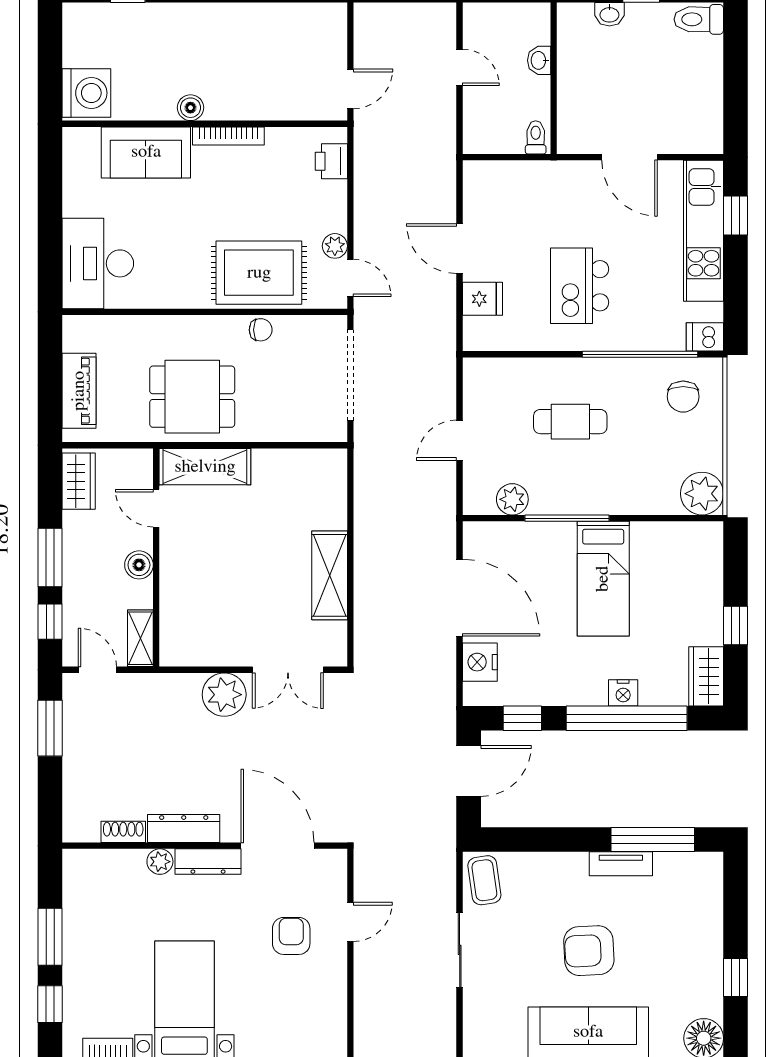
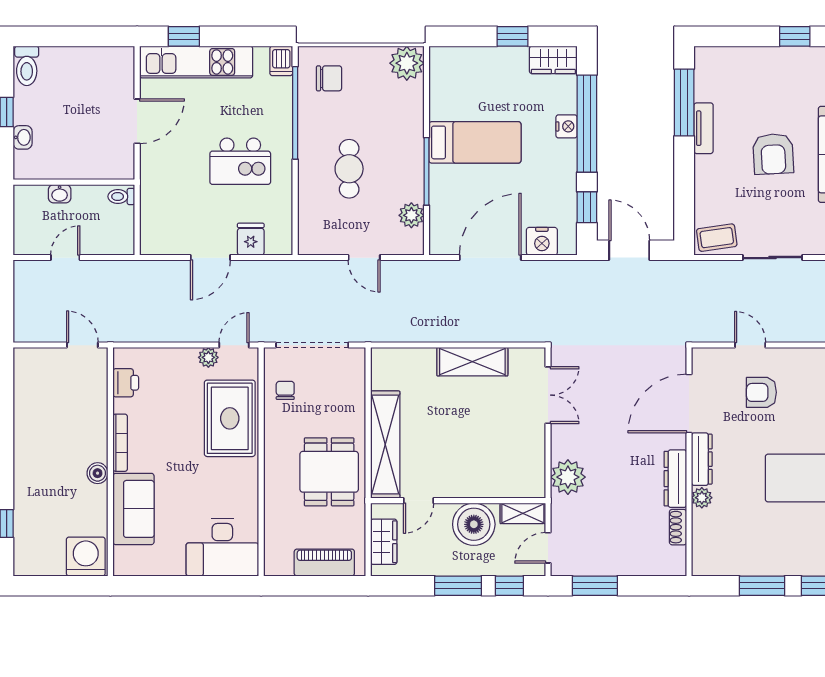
printer: (331, 161) -> (126, 383), moved, turned -90
chair: (261, 330) -> (285, 390), moved
shelving: (205, 467) -> (385, 445), width x1.47
wardrobe: (79, 481) -> (384, 542), moved, turned 90
boiler: (139, 565) -> (474, 524), width x1.86, depth x1.86
plant: (224, 695) -> (568, 477), moved

